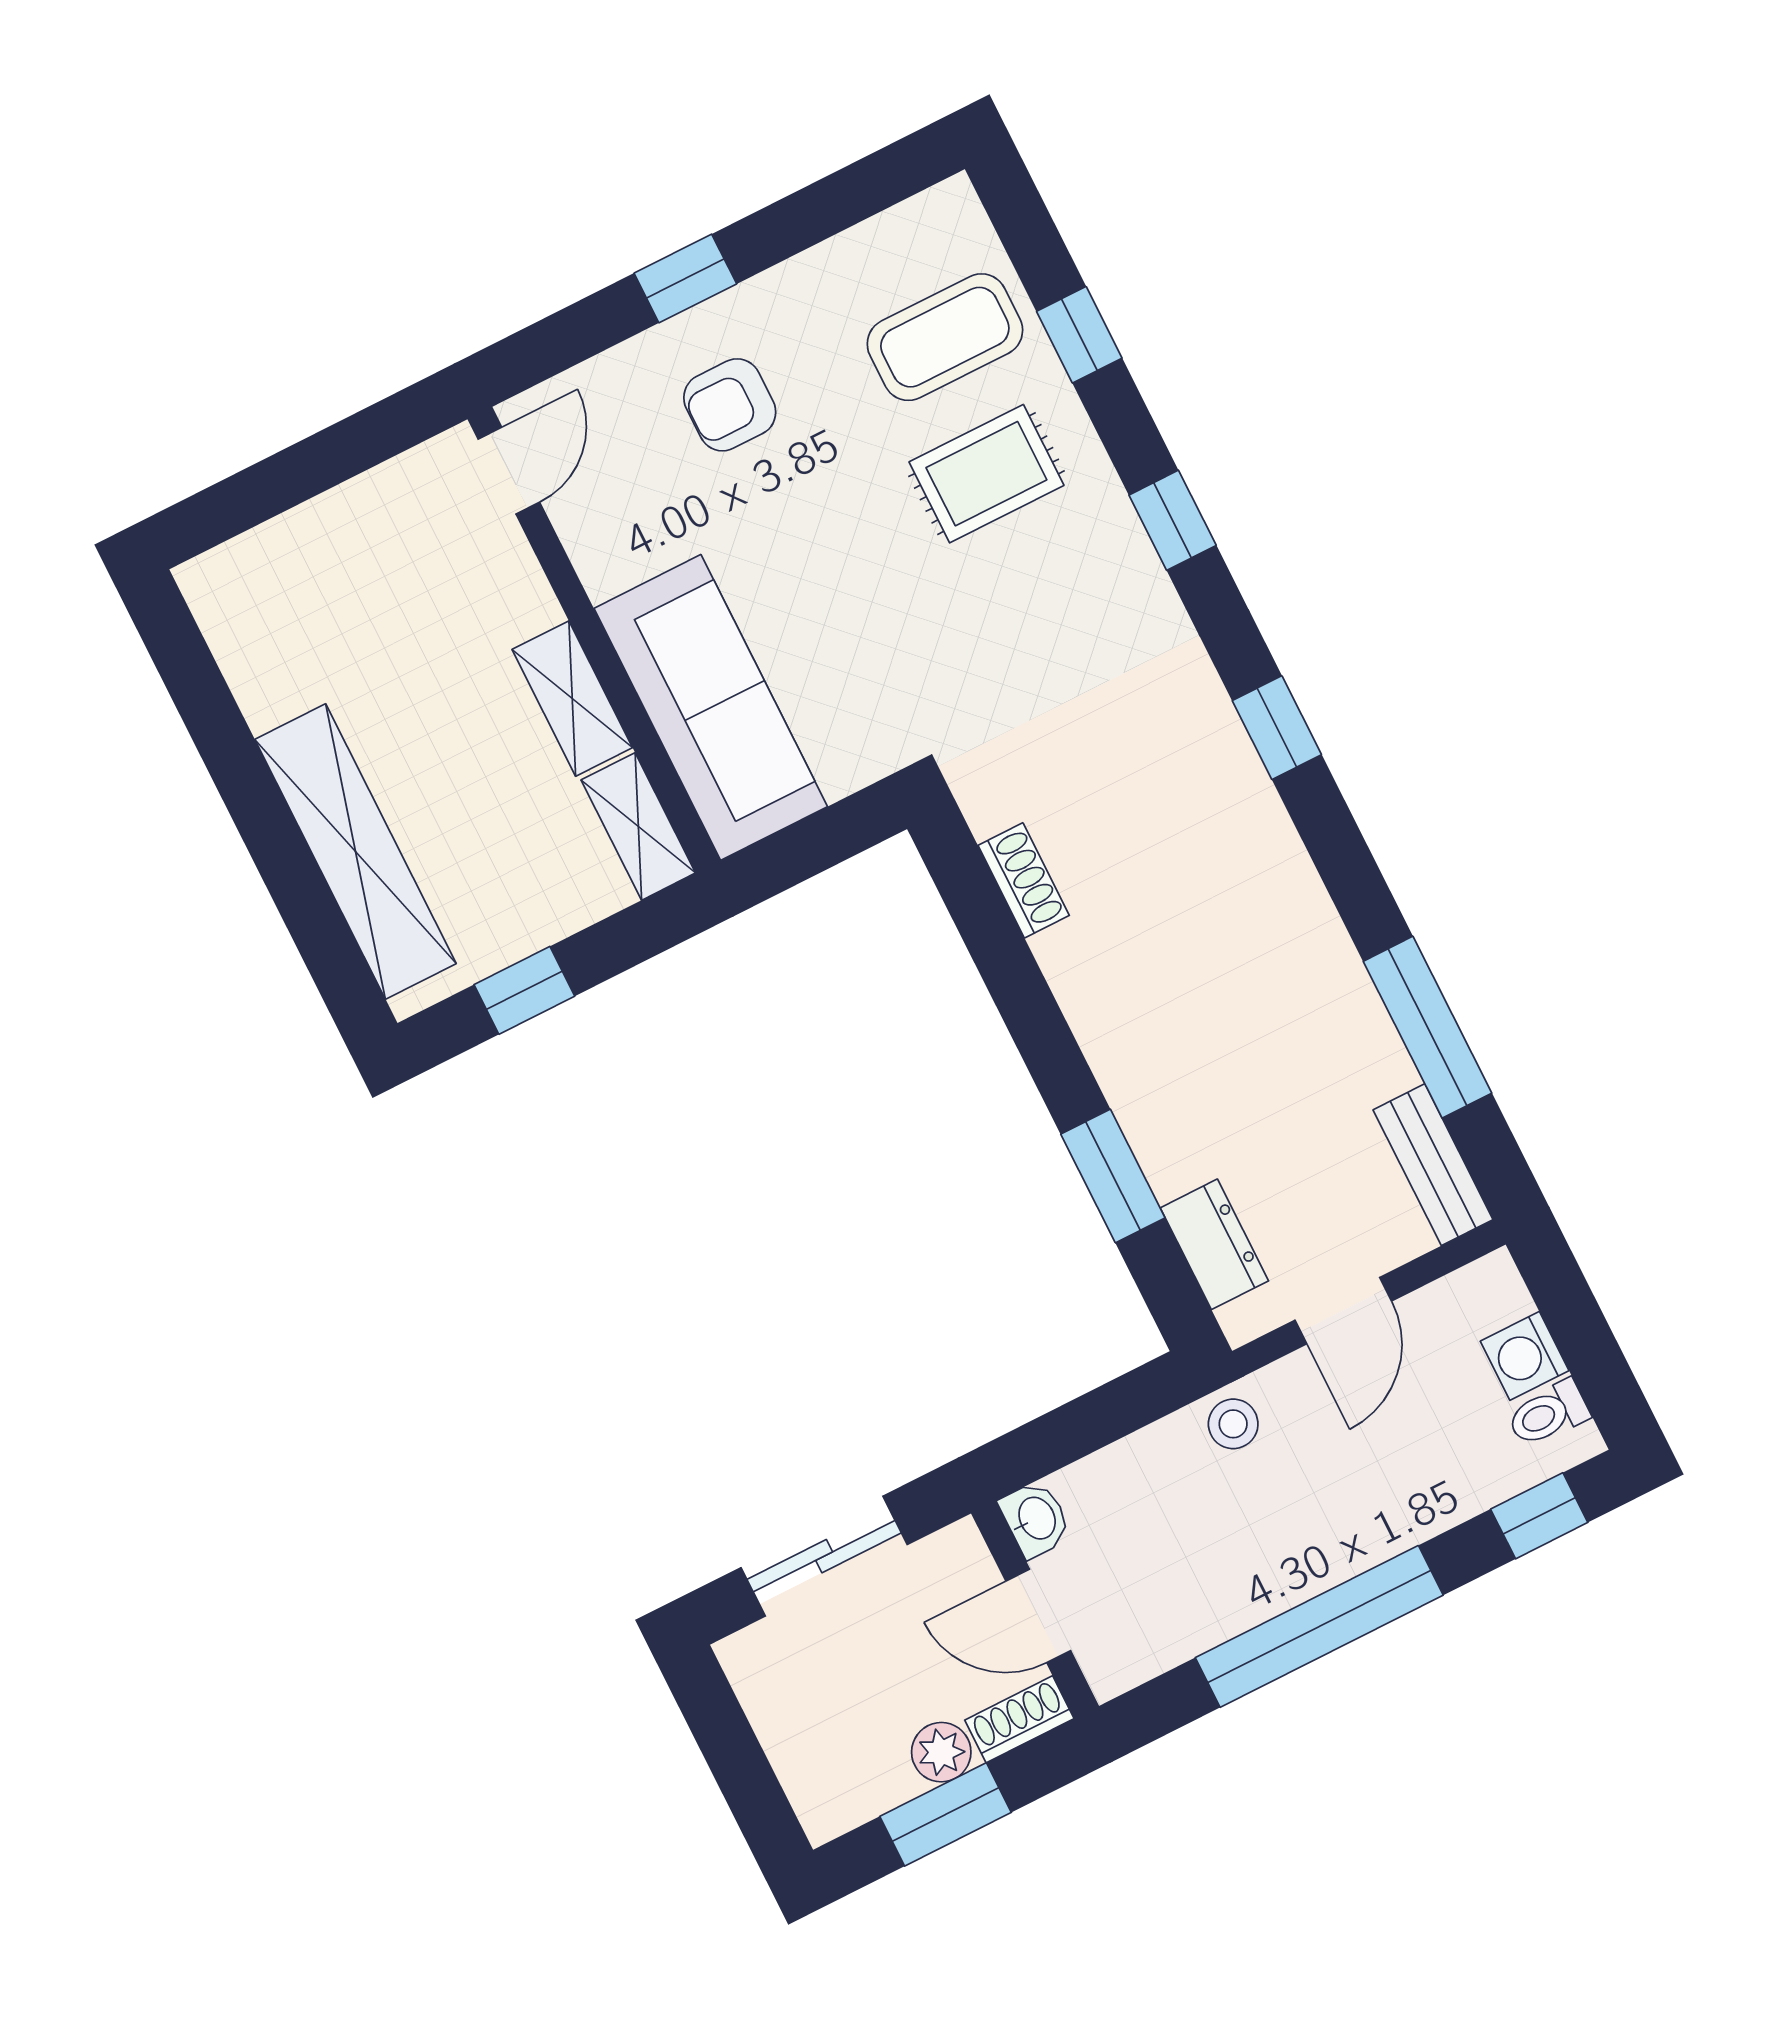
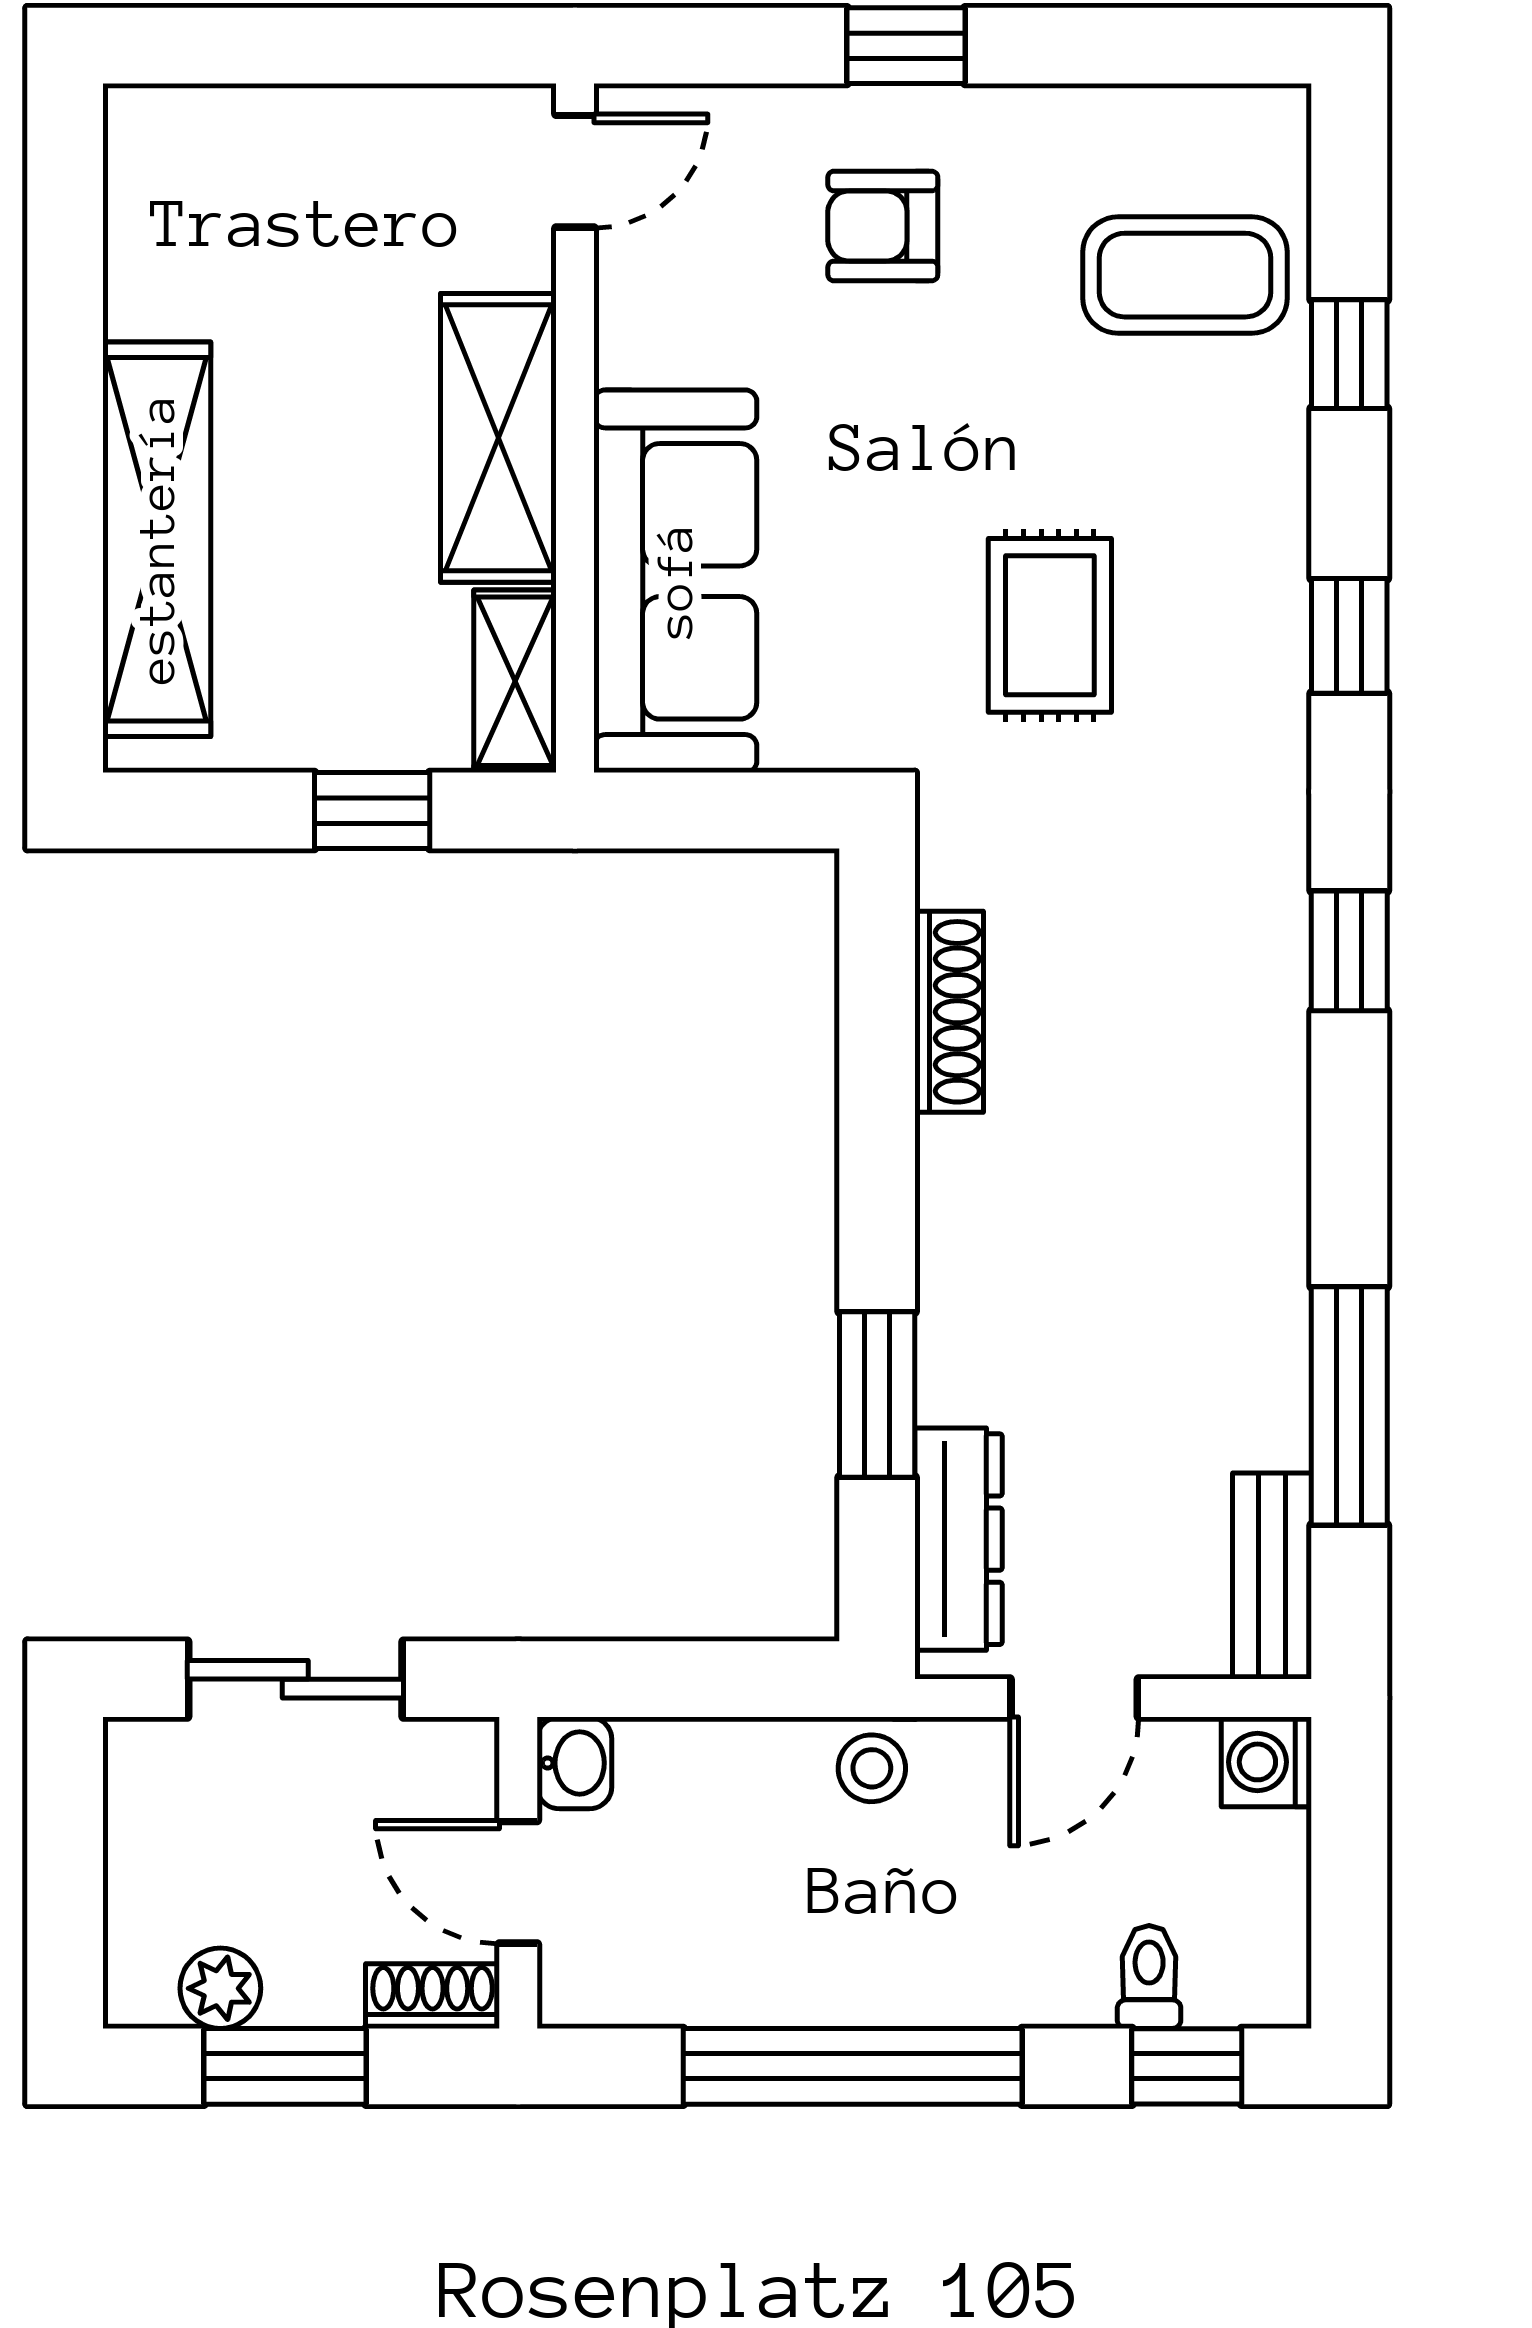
rug: (986, 474) -> (1050, 625), moved, turned 90
shelving: (572, 699) -> (498, 438), width x1.50, depth x1.33
shoe rack: (1024, 880) -> (949, 1012), width x1.43
window: (524, 990) -> (372, 811), moved
dresser: (1214, 1244) -> (958, 1539), width x1.44
washing machine: (1525, 1356) -> (1266, 1762), moved
toilet: (1548, 1414) -> (1149, 1977), moved, turned 90
plant: (941, 1752) -> (220, 1988), moved

